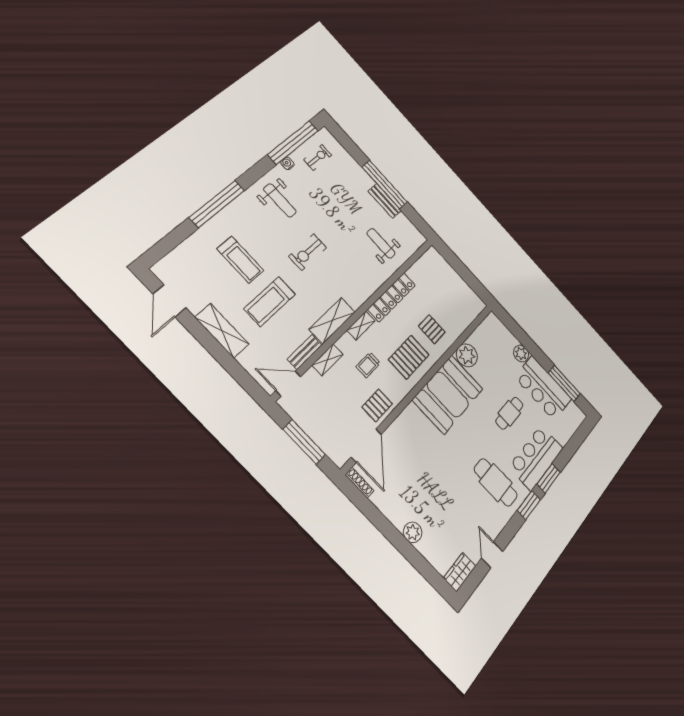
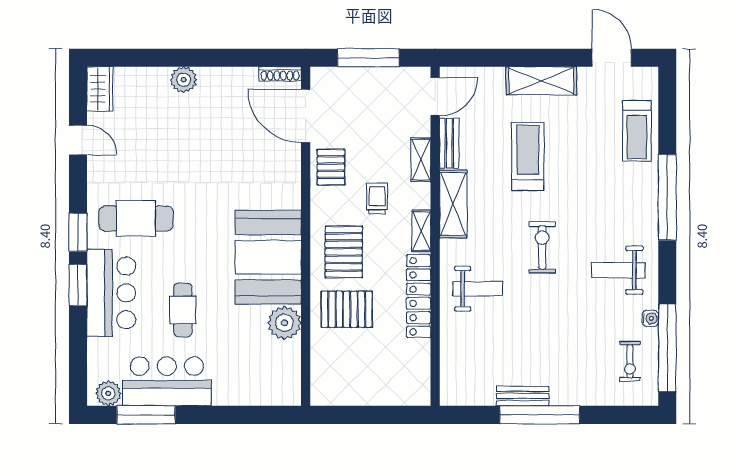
weight bench: (381, 243) -> (478, 289), moved
treadmill: (240, 260) -> (637, 131), moved, turned -90
pallet: (432, 329) -> (347, 309), width x1.50, depth x1.42
plant: (521, 354) -> (108, 393), moved

